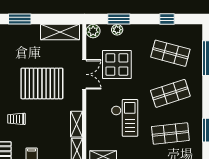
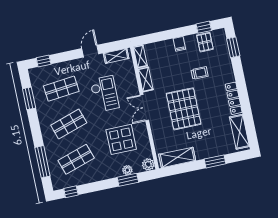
window: (167, 19) -> (71, 192), moved
shop shelf: (170, 53) -> (76, 159), turned -33
double door: (84, 74) -> (144, 108), moved
pallet: (42, 83) -> (184, 109), turned 90
checkout: (125, 118) -> (104, 94), turned 180

